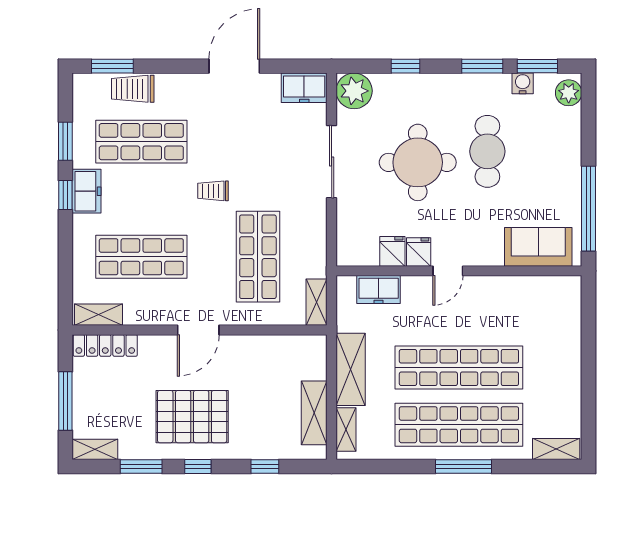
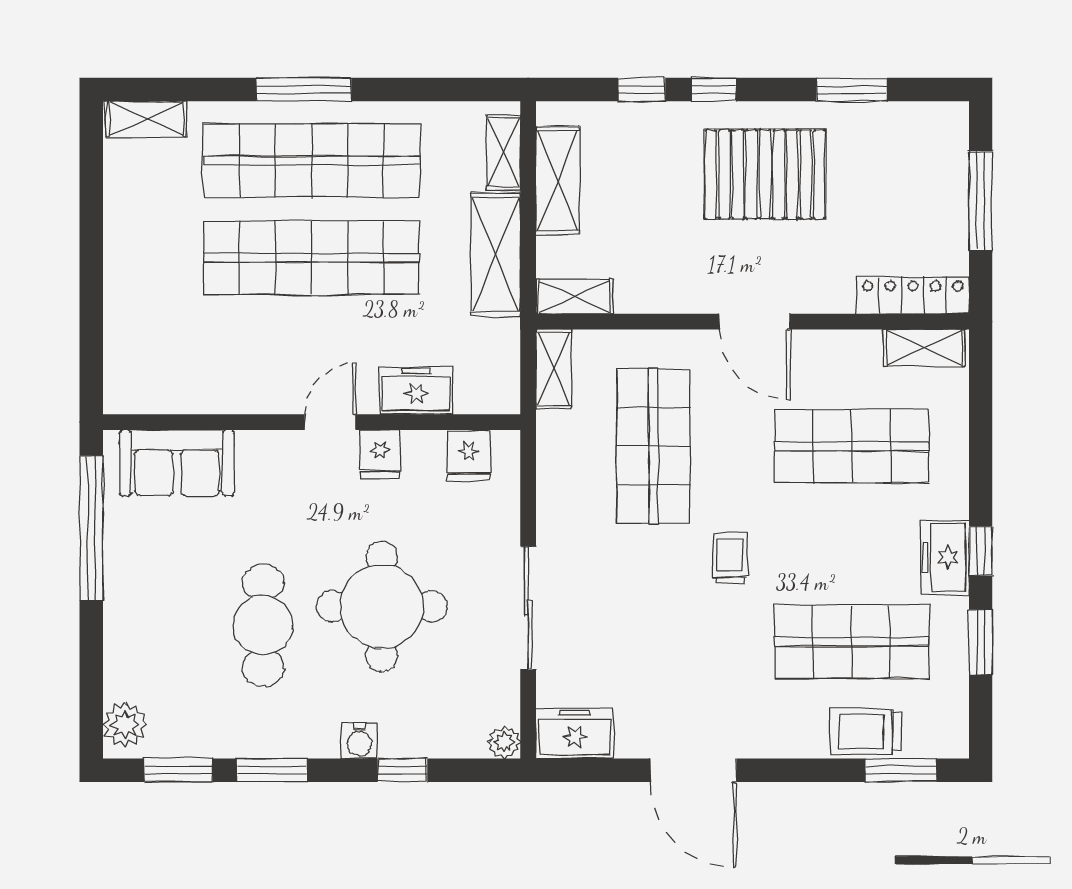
door: (234, 66) -> (694, 770), hinge flipped
water cooler: (523, 83) -> (360, 741), moved
trolley: (133, 89) -> (866, 732), turned 180
plant: (354, 91) -> (504, 742), width x0.53, depth x0.53
trolley: (213, 191) -> (730, 558), turned -90
fridge: (392, 251) -> (469, 455), moved
freezer: (379, 289) -> (416, 390), moved
door: (198, 330) -> (755, 322), swing flipped
shelving: (95, 449) -> (574, 296), moved
window: (198, 466) -> (714, 90), moved

